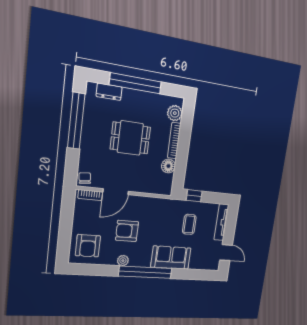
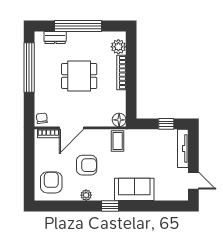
floor lamp: (168, 166) -> (119, 120), moved
window: (194, 196) -> (166, 124), moved
coffee table: (189, 224) -> (118, 141), moved
armchair: (127, 231) -> (87, 165), turned 180
armchair: (88, 246) -> (51, 182), turned 180
window: (145, 272) -> (110, 206), width x0.32

